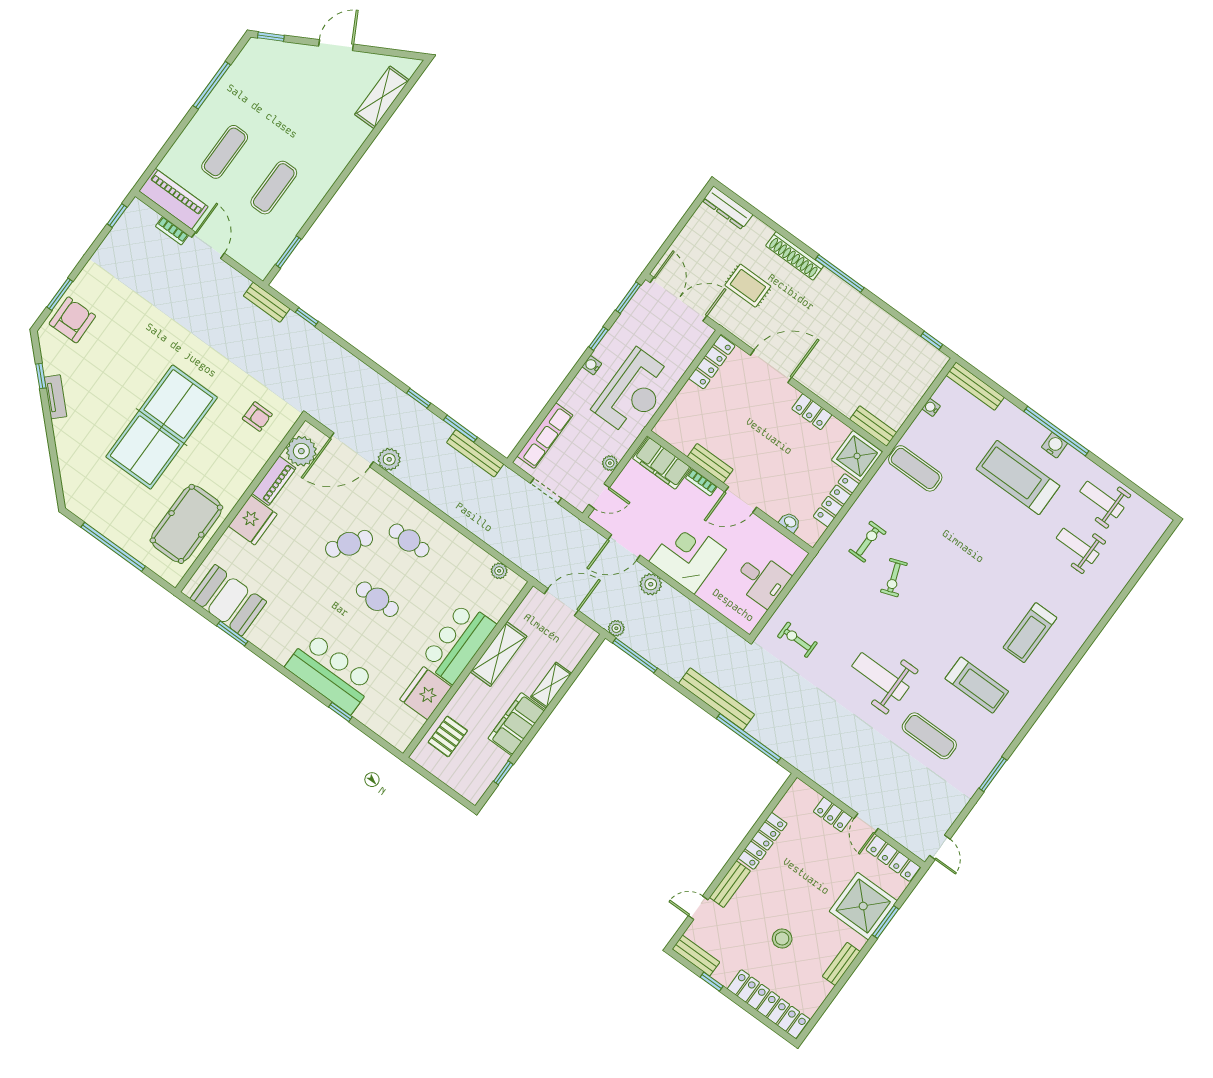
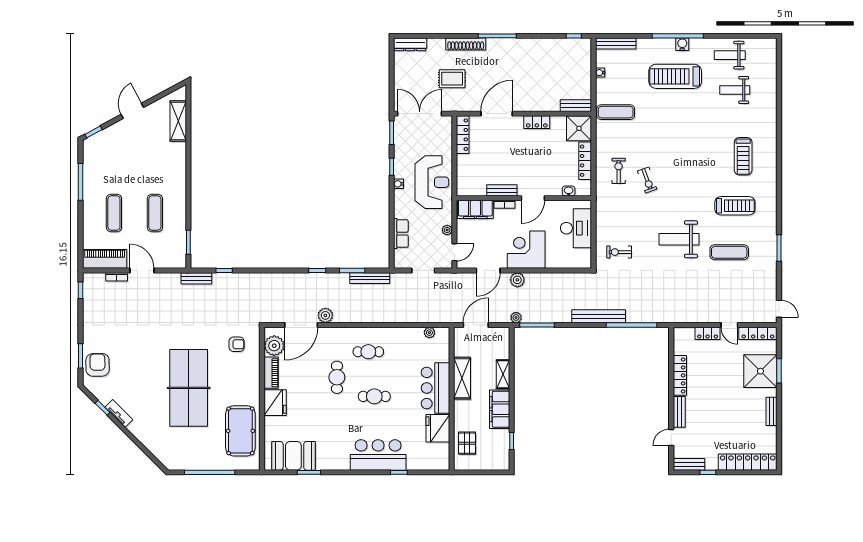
row of seats: (545, 436) -> (401, 234), width x0.68
cafe table: (349, 544) -> (337, 377), turned -35
desk: (762, 580) -> (576, 228), width x1.37
stool: (782, 939) -> (729, 421), removed

